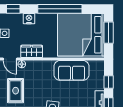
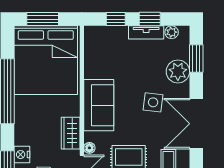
nightstand: (29, 19) -> (22, 155), moved
sofa: (72, 70) -> (99, 105), moved

